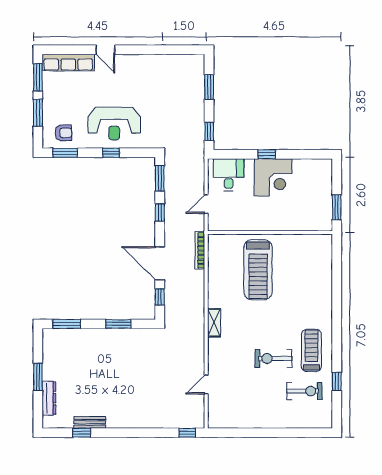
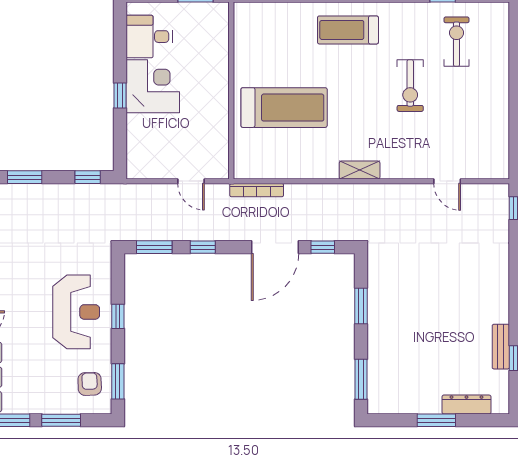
desk: (229, 175) -> (149, 37), moved
treadmill: (311, 350) -> (348, 30), moved

